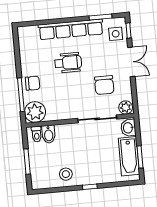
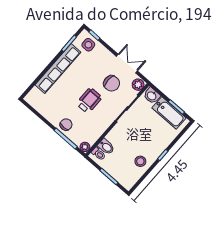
double door: (131, 62) -> (127, 64), moved
wheelchair: (68, 63) -> (89, 101), moved
plant: (35, 112) -> (85, 147), width x0.53, depth x0.53

